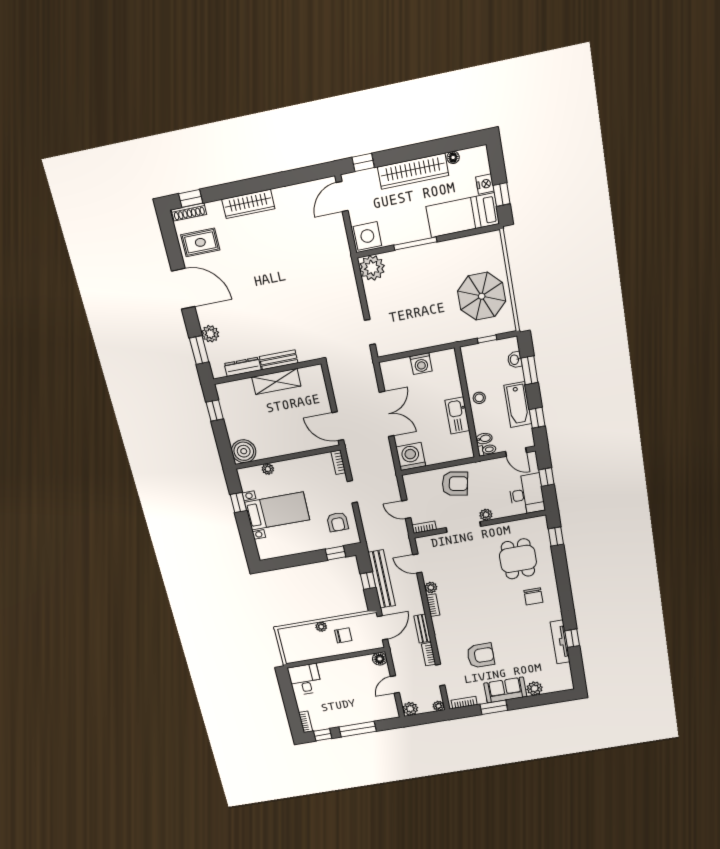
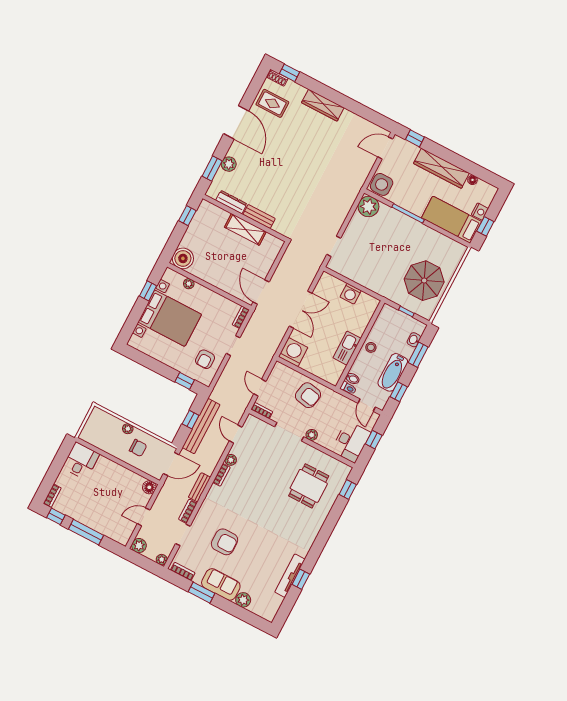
shoe rack: (189, 212) -> (278, 78), width x0.70
bed with nightstands: (277, 511) -> (170, 318), width x1.36
chair: (533, 596) -> (298, 524), removed

